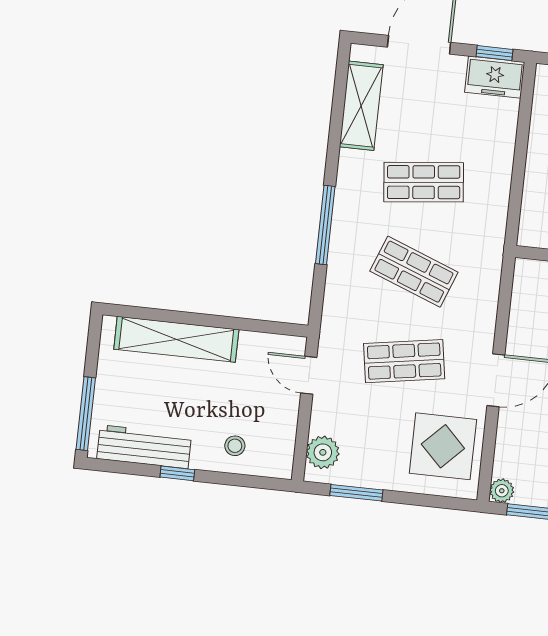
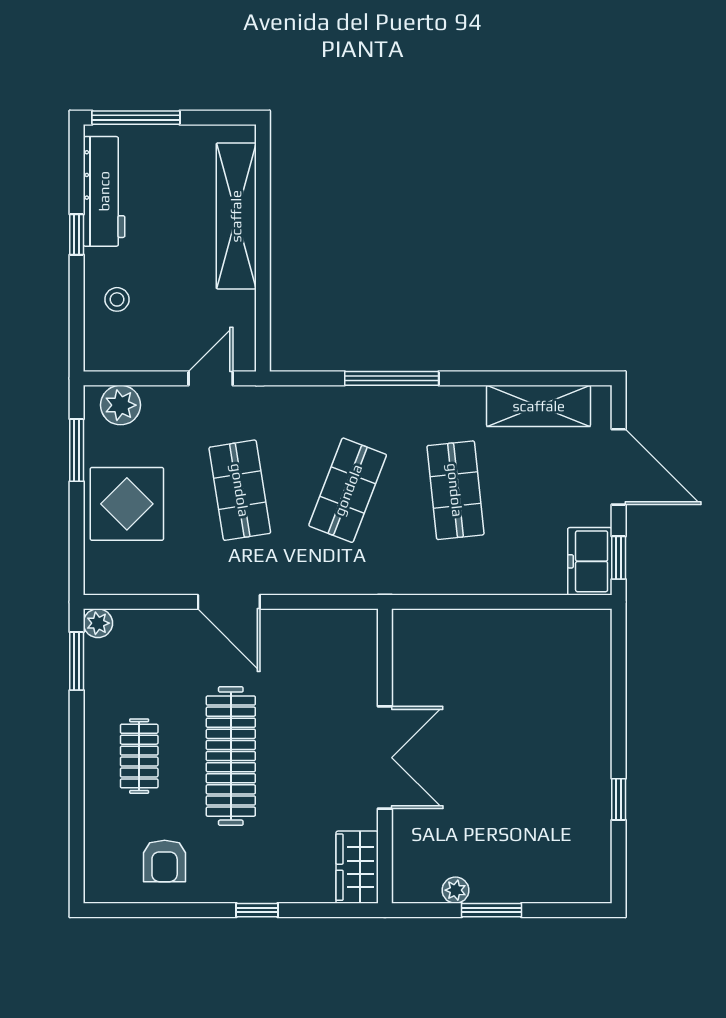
display table: (443, 446) -> (127, 504), moved

